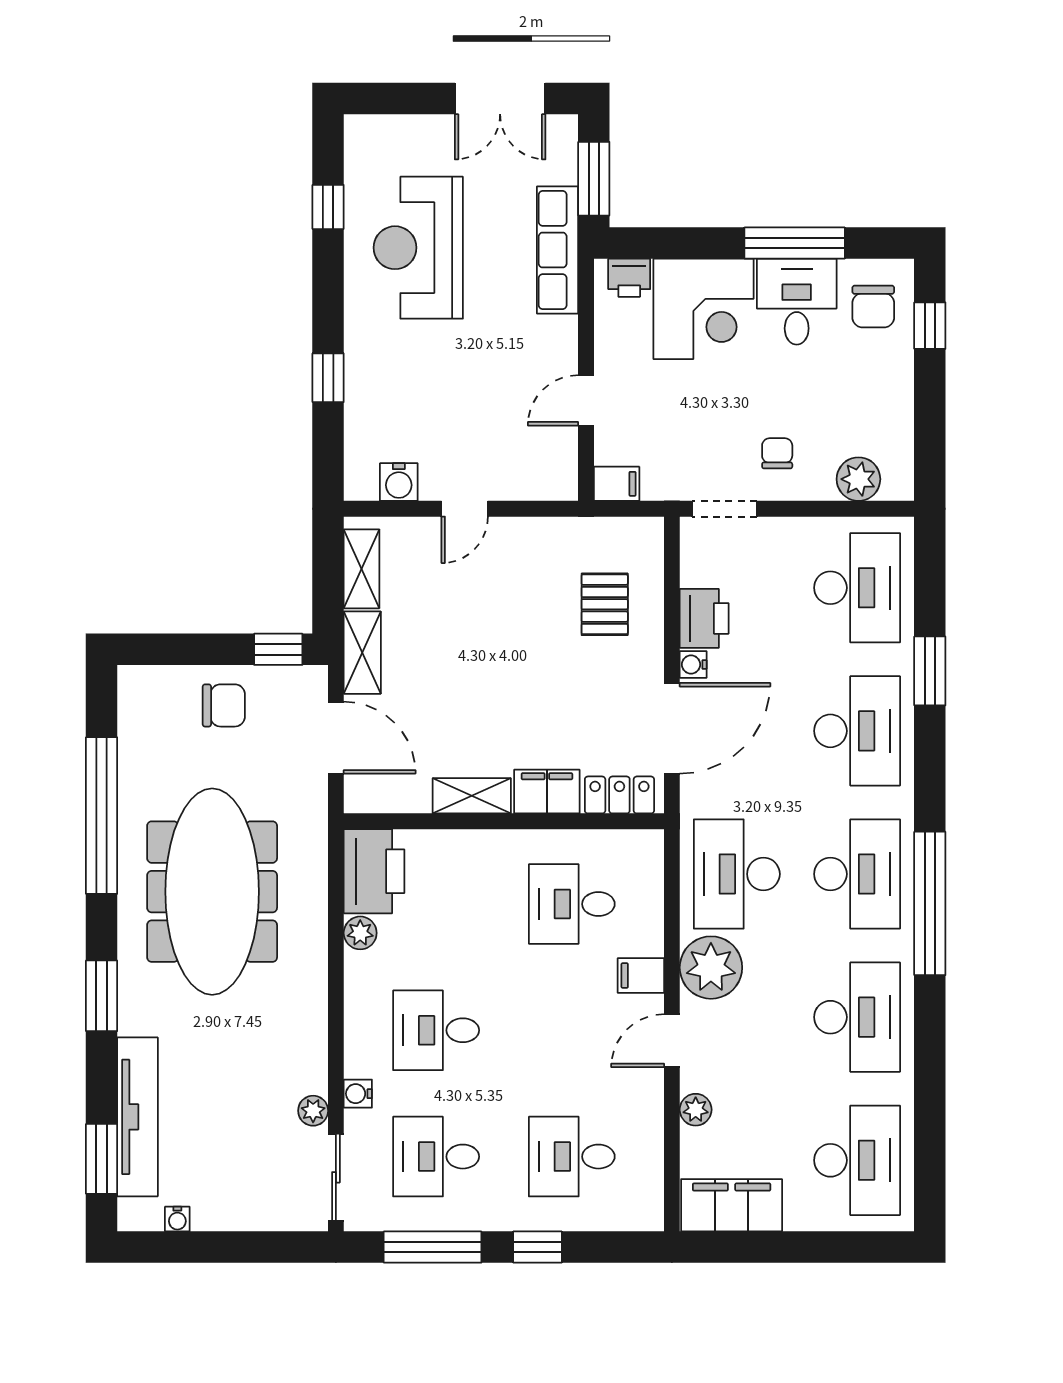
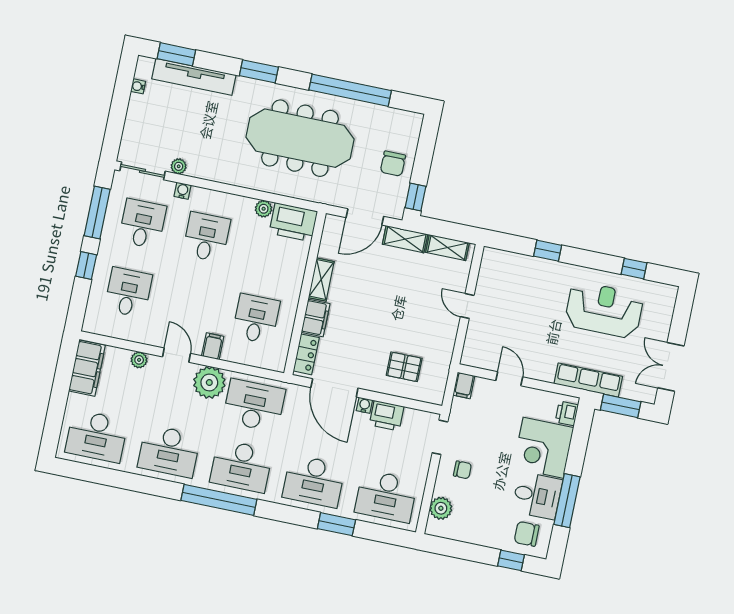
water cooler: (399, 482) -> (488, 275), removed

